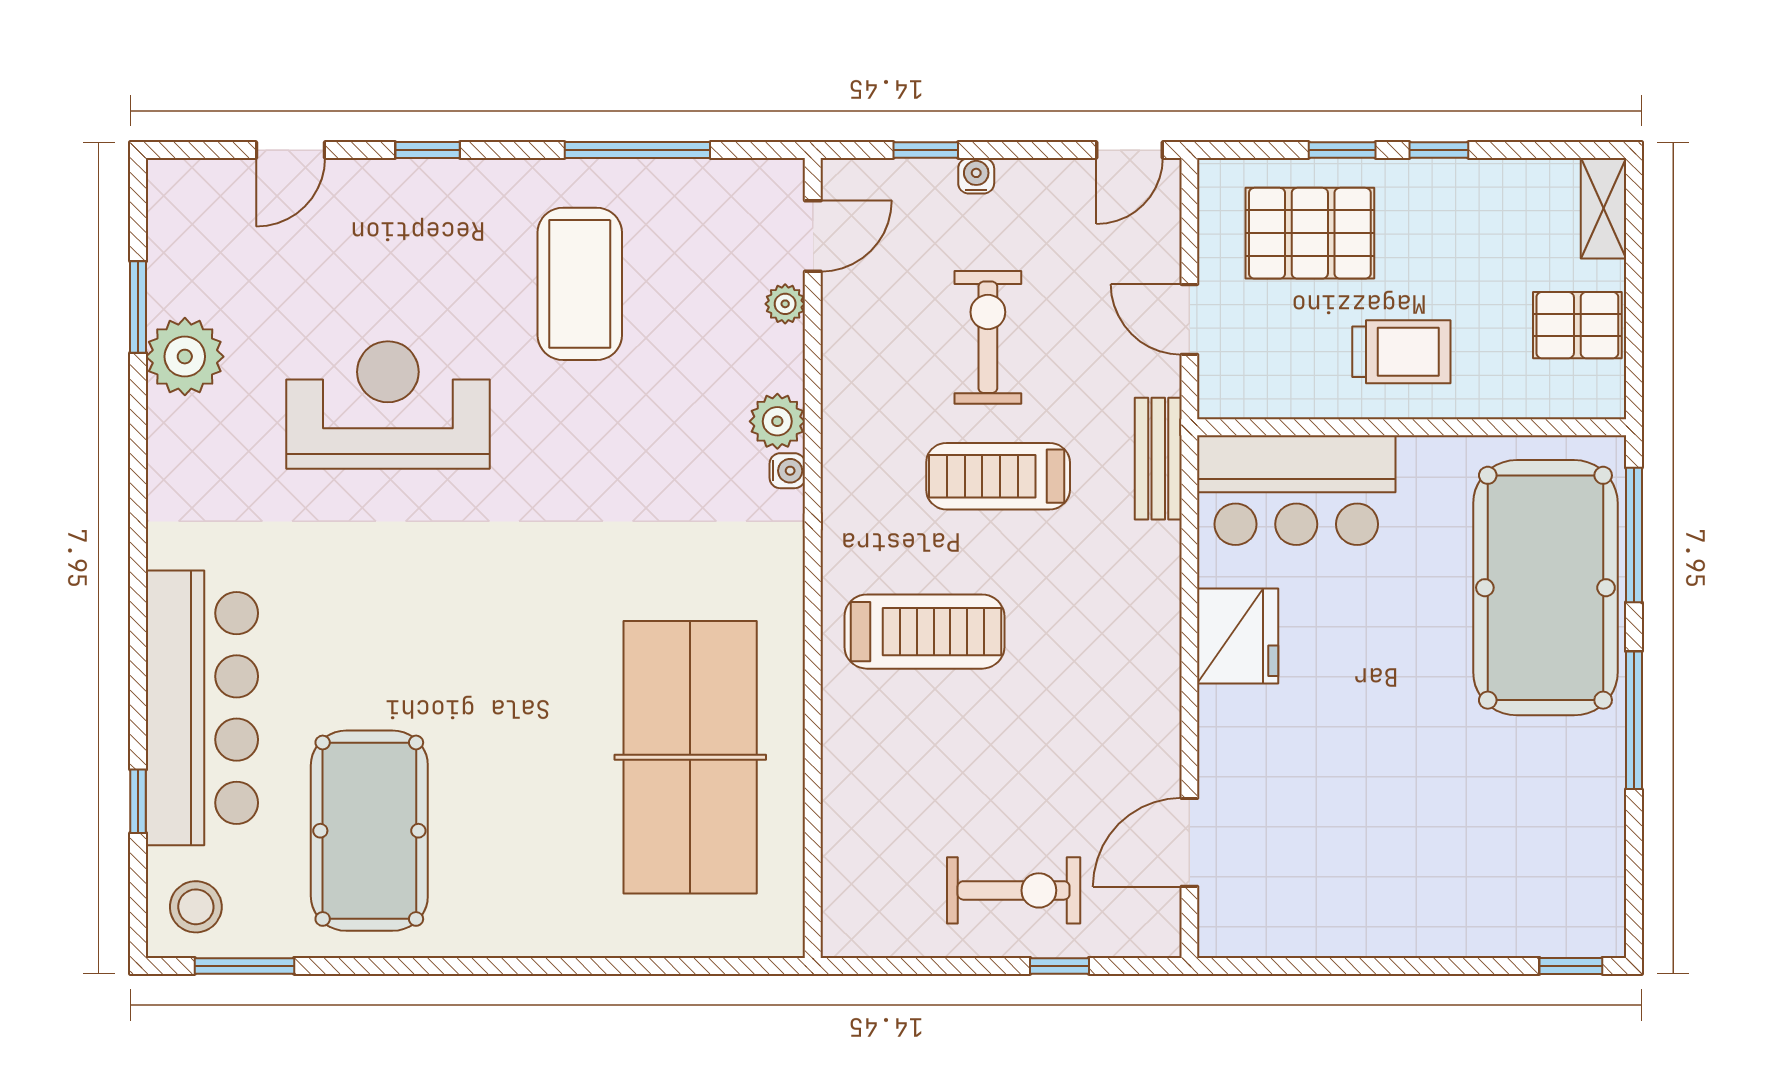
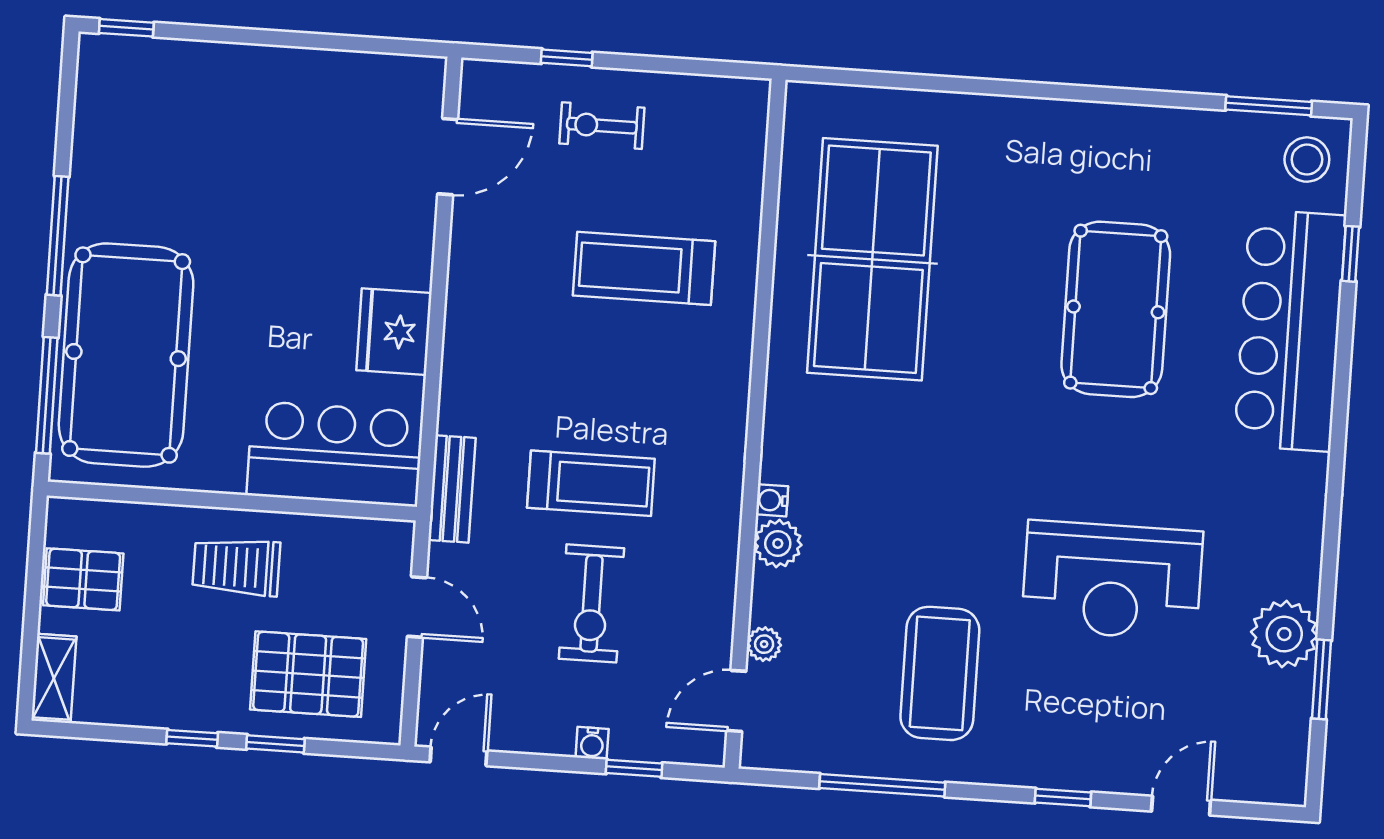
treadmill: (924, 632) -> (644, 268), moved
pool table: (369, 831) -> (1116, 309), moved
exercise bike: (1014, 890) -> (602, 126), width x0.73, depth x0.72

